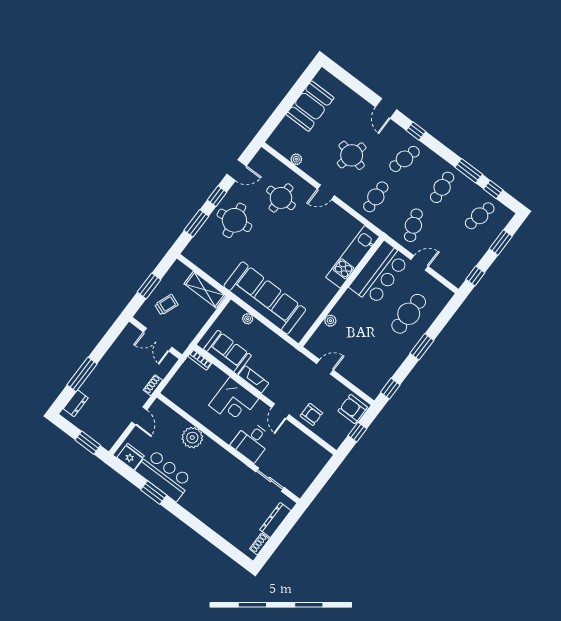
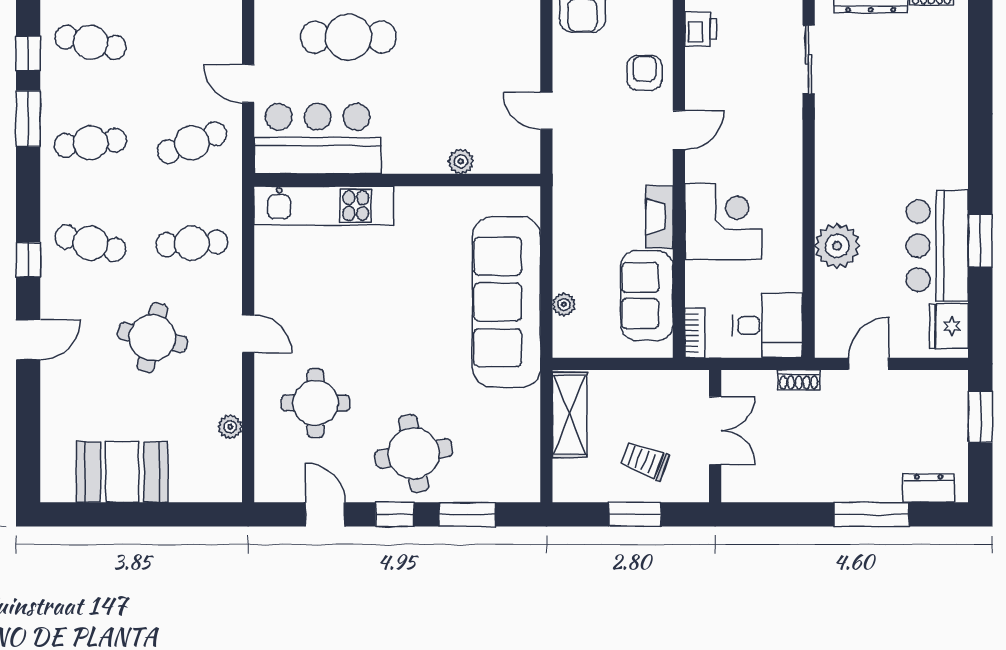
desk: (252, 441) -> (768, 325), moved
printer: (312, 448) -> (701, 29), added

